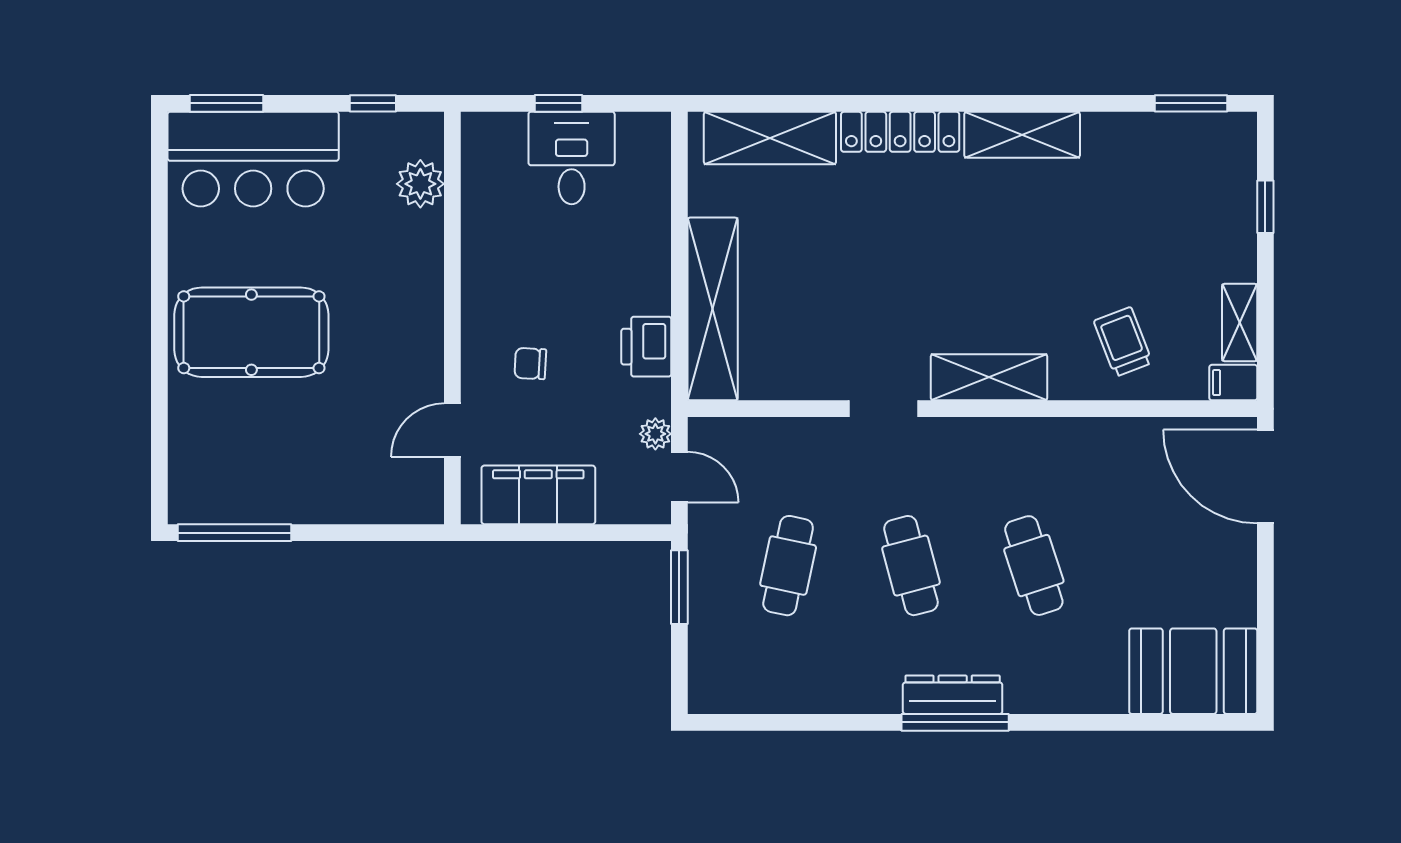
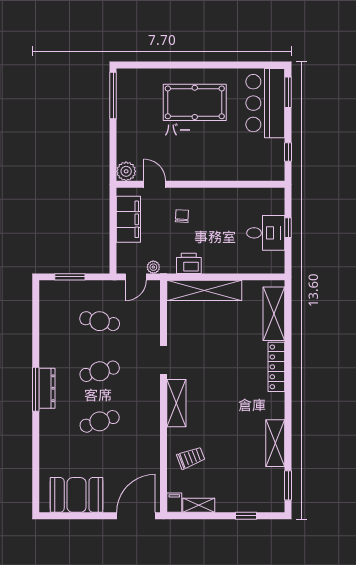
shelving: (1022, 135) -> (275, 443), moved
plant: (420, 184) -> (126, 171), moved
pool table: (251, 332) -> (195, 102), turned 90
window: (679, 587) -> (70, 277), moved
booth: (1193, 671) -> (77, 495), moved, turned 90

